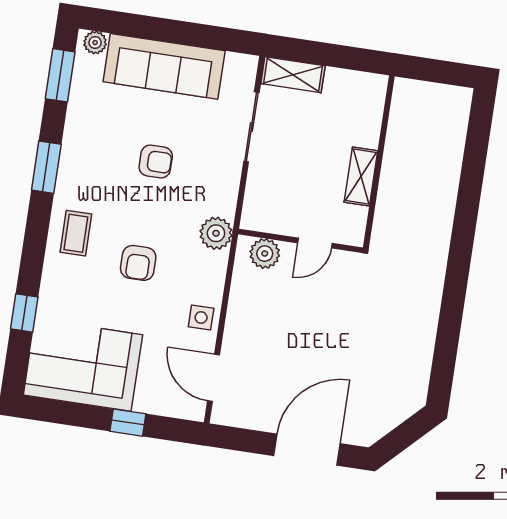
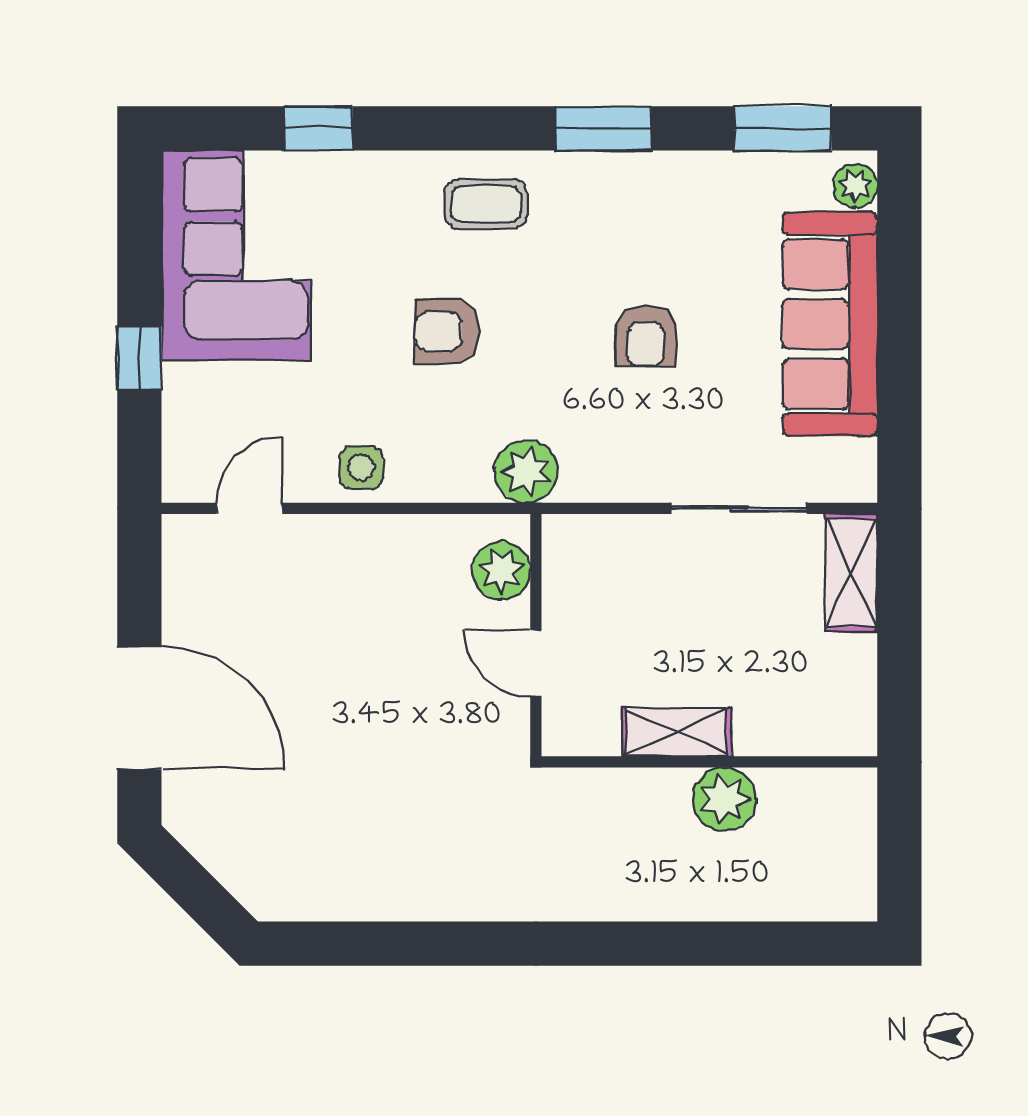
plant: (399, 157) -> (724, 799), added
door: (213, 378) -> (249, 508), width x0.73

